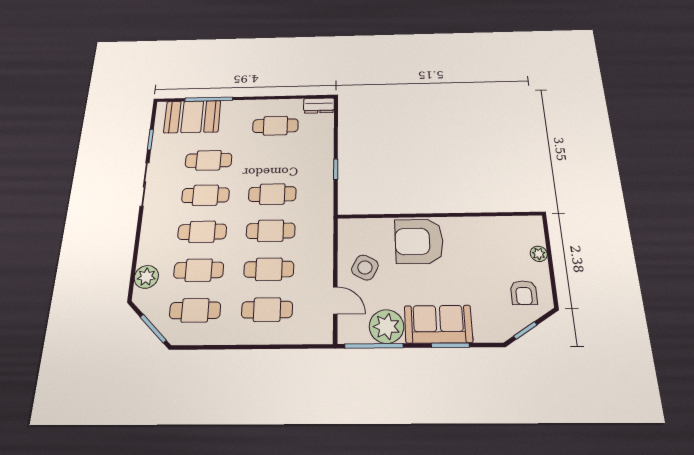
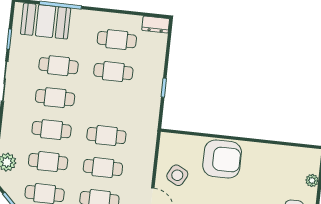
cafe table: (272, 194) -> (113, 72), moved
armchair: (419, 241) -> (222, 159), turned 180

